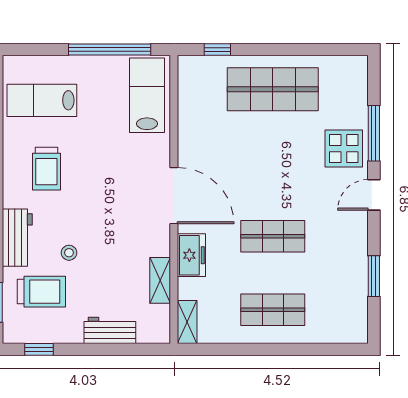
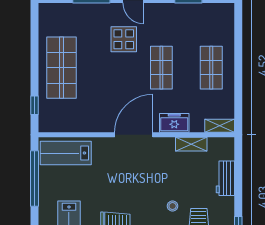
display table: (344, 149) -> (124, 39), moved

